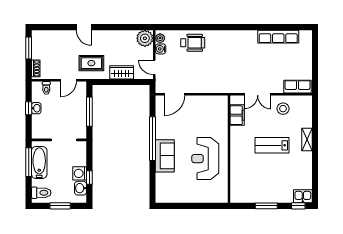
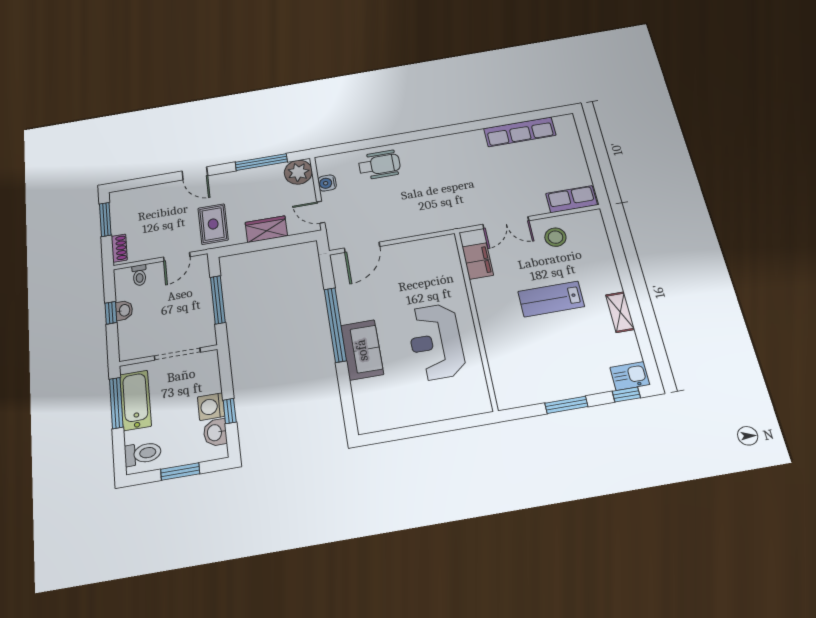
window: (124, 27) -> (261, 162), added
plant: (160, 38) -> (324, 168), removed
rug: (91, 63) -> (213, 224), turned 90
shelving: (307, 140) -> (620, 312), moved

